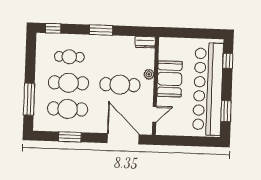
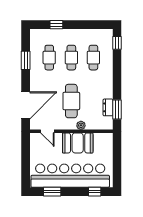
window: (101, 30) -> (117, 109), moved
dresser: (145, 42) -> (108, 107), moved
cafe table: (68, 83) -> (71, 58), width x0.73, depth x0.74
window: (29, 99) -> (56, 25), width x0.46
cafe table: (68, 109) -> (49, 58), width x0.73, depth x0.74

